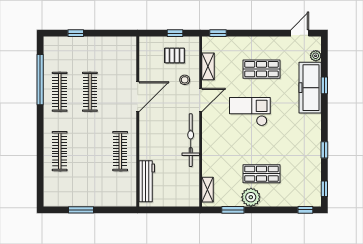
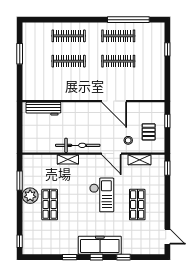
window: (175, 33) -> (167, 121), moved
plant: (316, 56) -> (148, 250), removed
freezer: (310, 88) -> (100, 245), moved
clothes rail: (120, 151) -> (69, 61), moved
window: (324, 189) -> (97, 257), moved
shelving: (208, 190) -> (68, 159), moved

